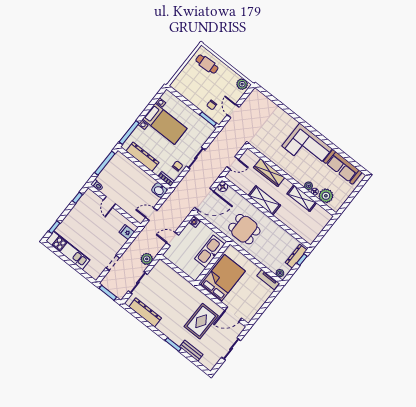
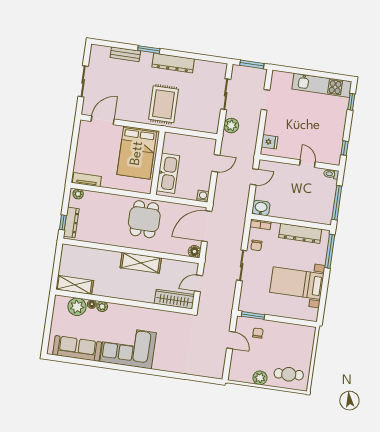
plant: (242, 84) -> (260, 378), moved
wardrobe: (269, 173) -> (174, 299), moved
shelving: (302, 198) -> (75, 285), moved
dining table: (244, 229) -> (144, 219), turned 90
dresser: (145, 312) -> (173, 63), moved
rug: (201, 321) -> (163, 104), moved

